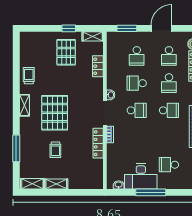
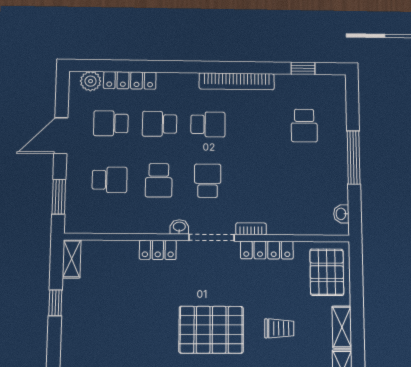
door: (162, 28) -> (61, 136), hinge flipped
pallet: (66, 52) -> (327, 272), moved, turned 90
school desk: (169, 56) -> (111, 123), turned 180
locker: (98, 66) -> (158, 250), moved
school desk: (169, 83) -> (160, 124), turned 180
school desk: (169, 110) -> (208, 124), turned 90
desk: (141, 176) -> (326, 175), removed

